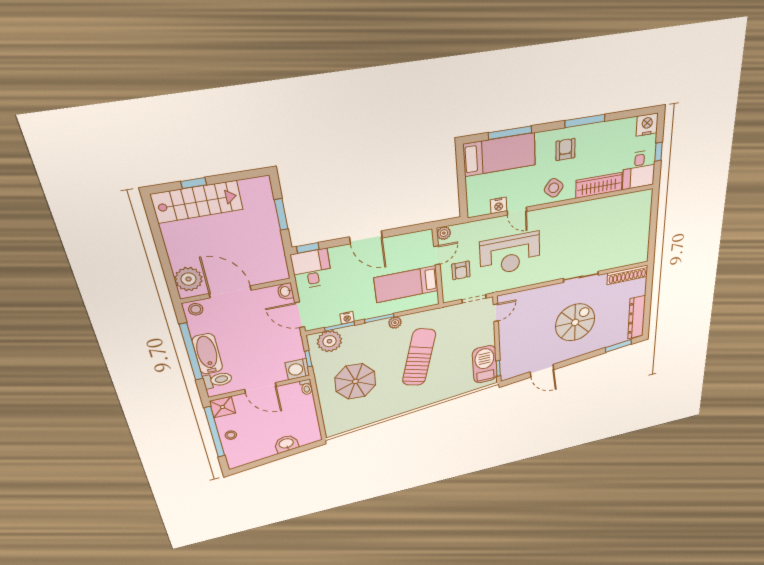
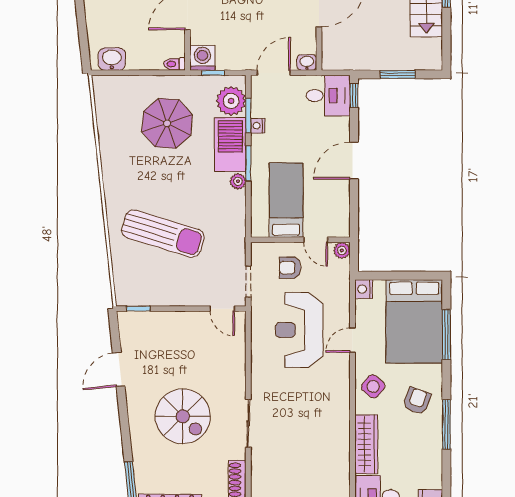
armchair: (565, 149) -> (417, 401), turned -70
bed: (499, 155) -> (414, 321), width x1.50
nightstand: (499, 205) -> (364, 289), moved
sun lounger: (419, 357) -> (163, 234), moved
barbecue: (485, 364) -> (230, 145), moved, turned -90
washbasin: (286, 444) -> (112, 59), moved, turned -84

